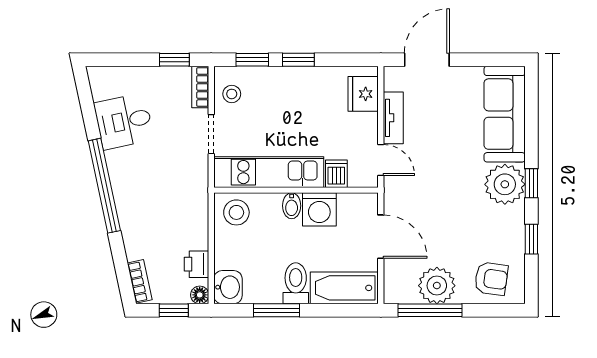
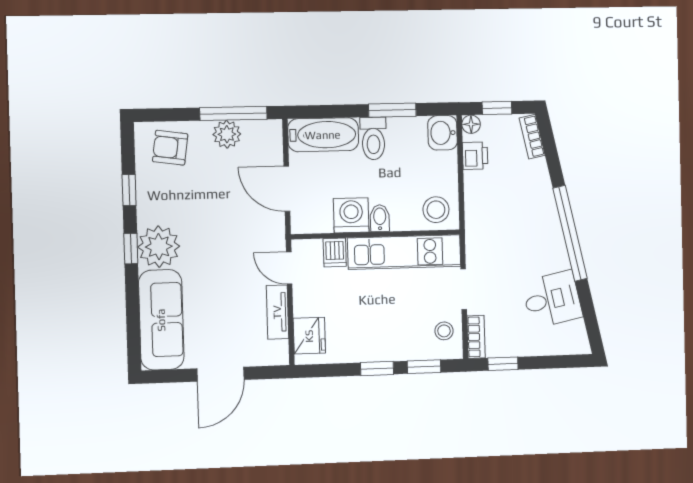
door: (427, 60) -> (220, 374), moved
plant: (437, 286) -> (227, 134), width x0.73, depth x0.73

